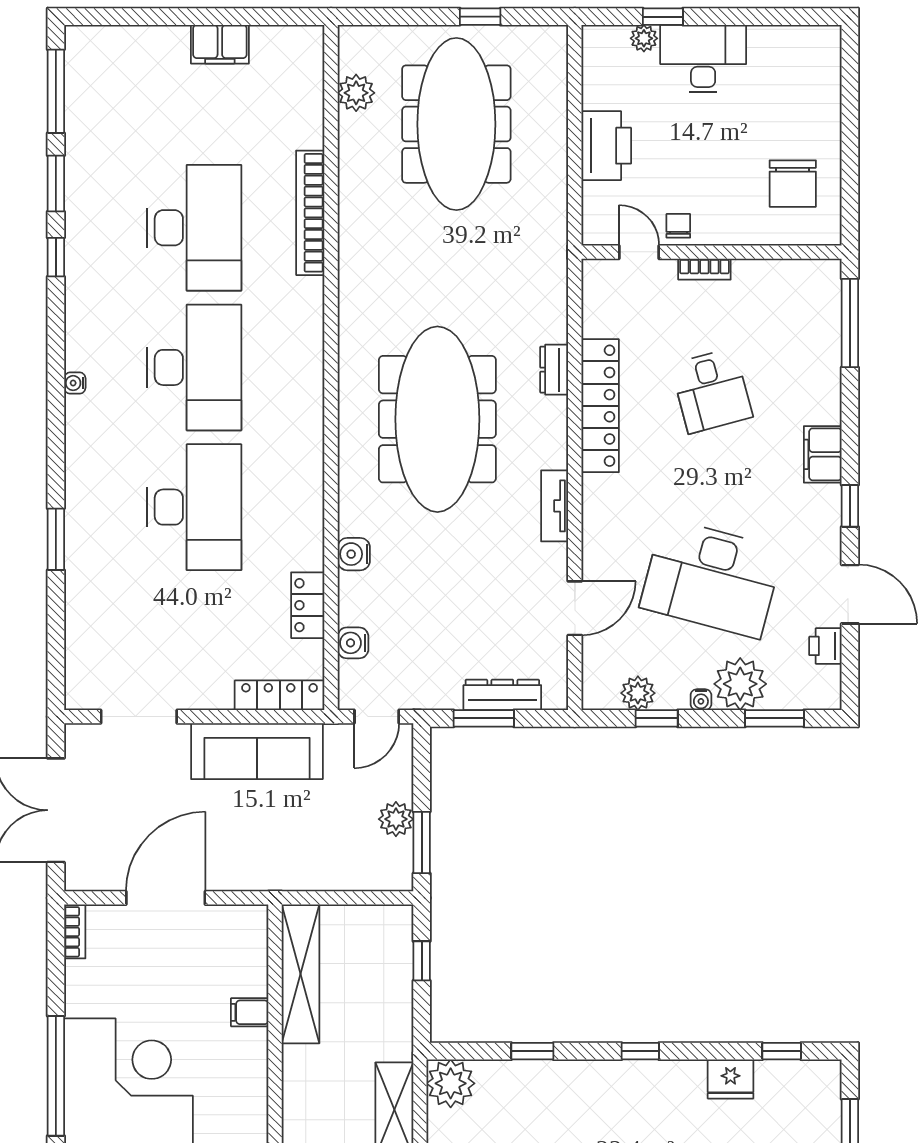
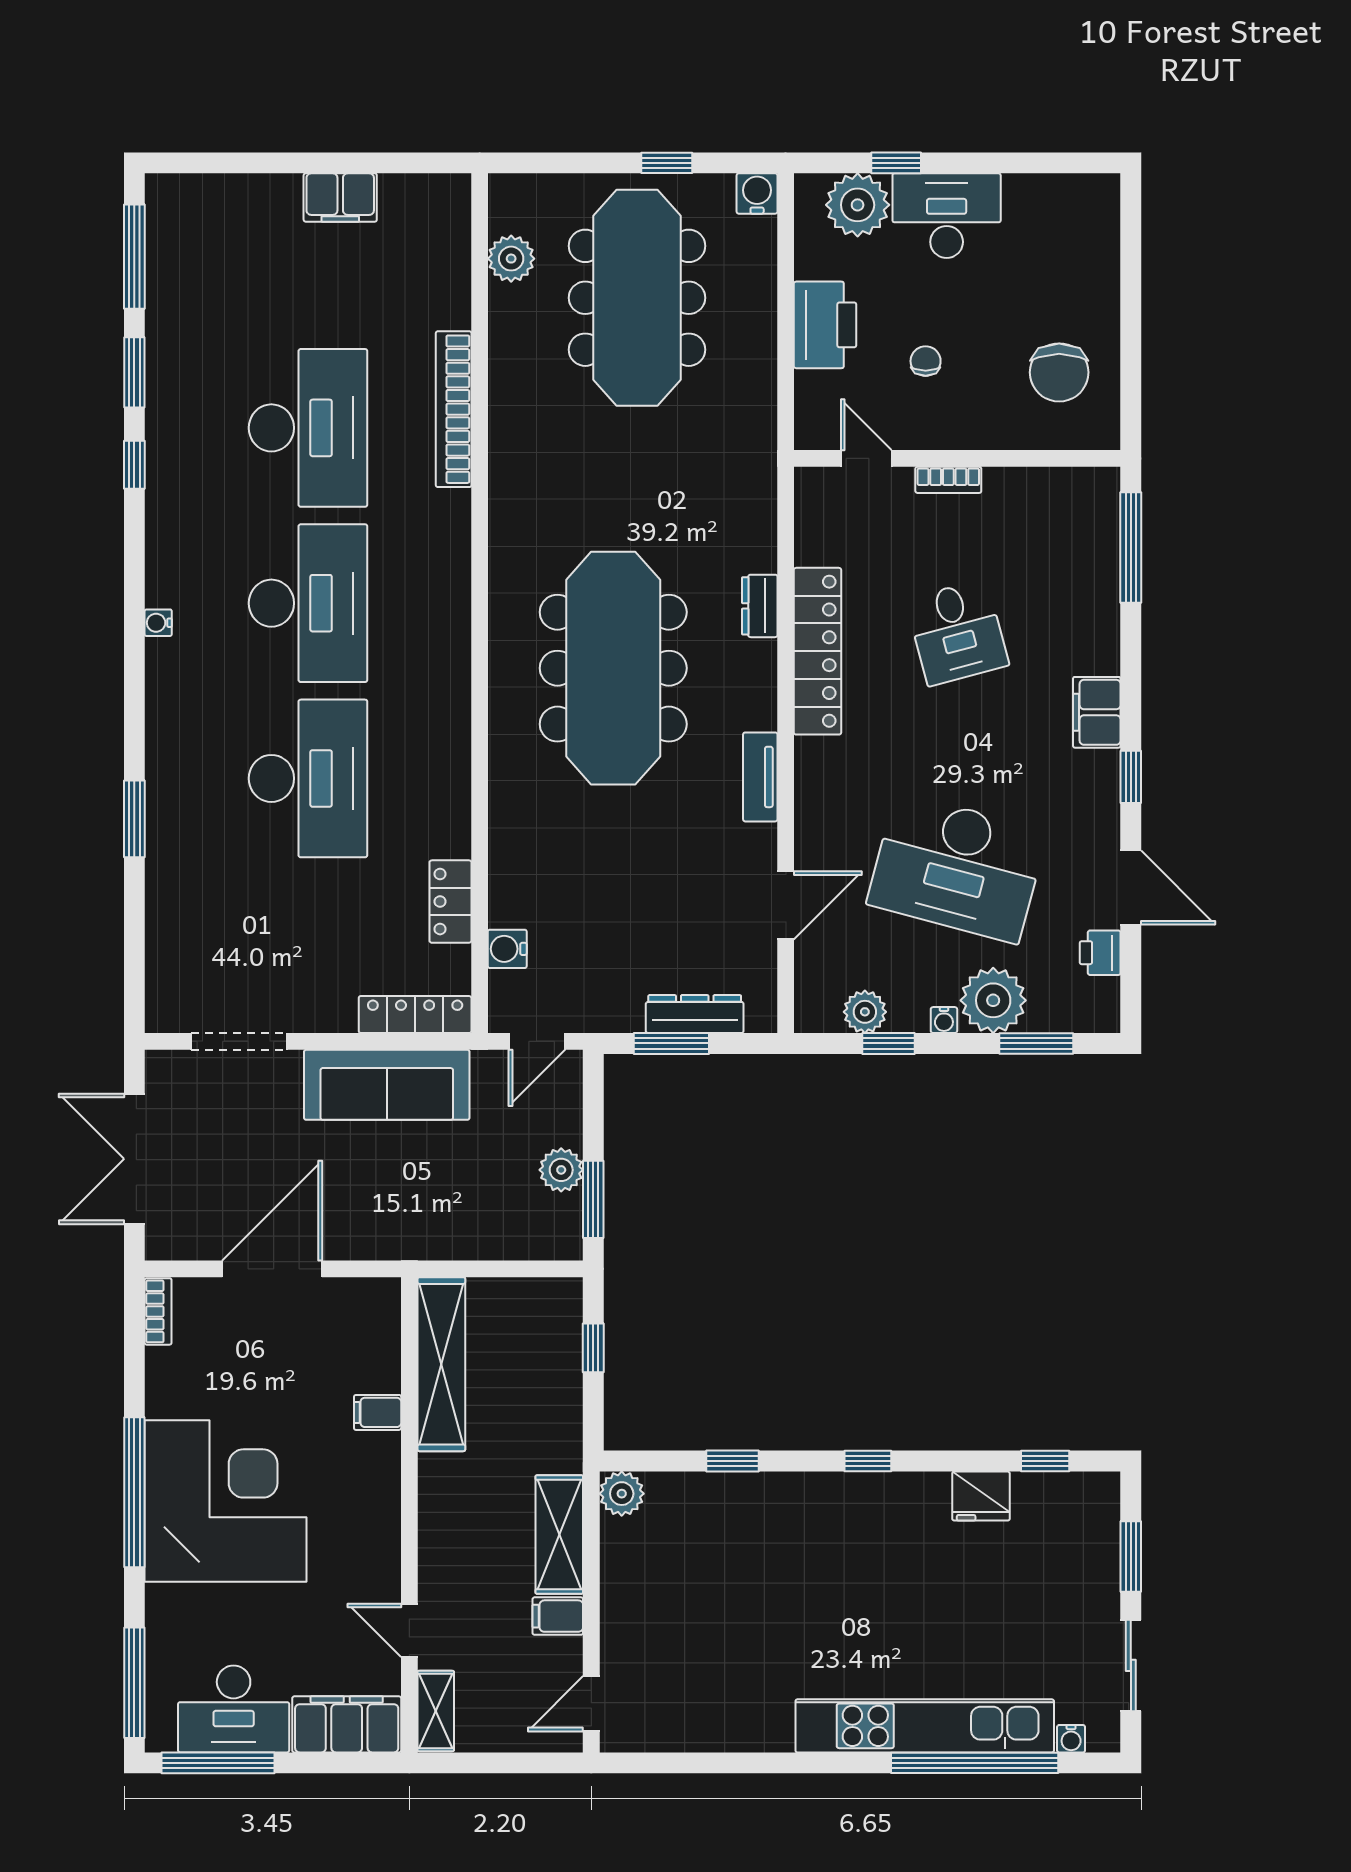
plant: (644, 38) -> (858, 205), width x1.87, depth x1.87
chair: (678, 226) -> (926, 361), moved
water cooler: (354, 554) -> (757, 193), moved, turned 90
plant: (451, 1083) -> (622, 1494), width x0.73, depth x0.73

